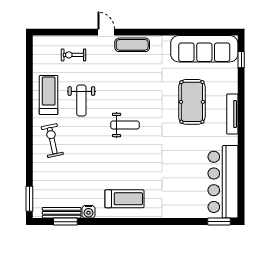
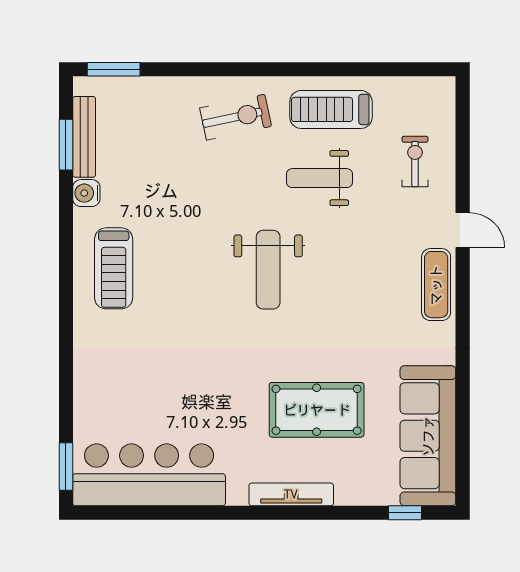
door: (106, 32) -> (463, 230), hinge flipped
treadmill: (49, 95) -> (331, 109), turned 180
weight bench: (125, 125) -> (268, 270), width x1.36, depth x1.33

